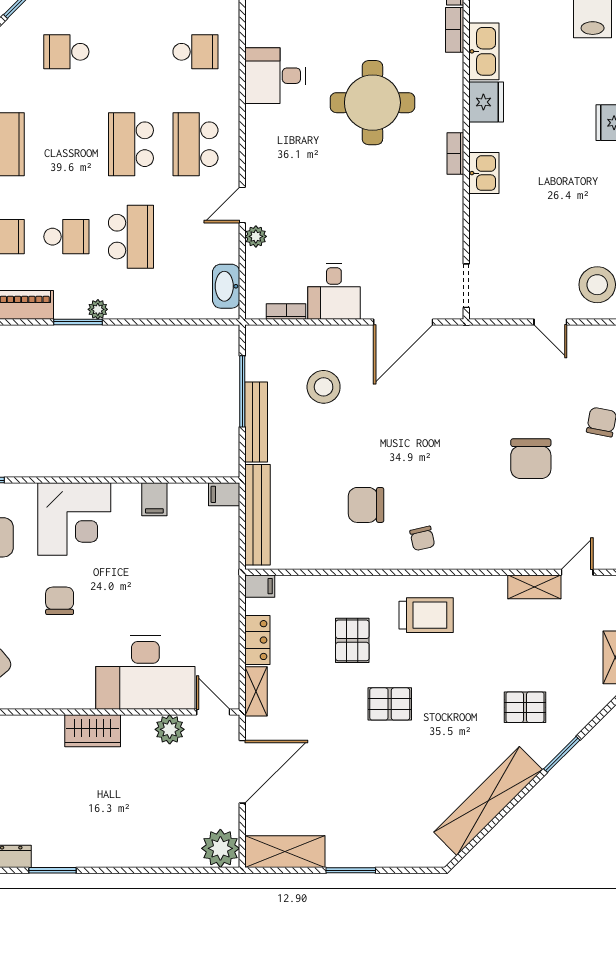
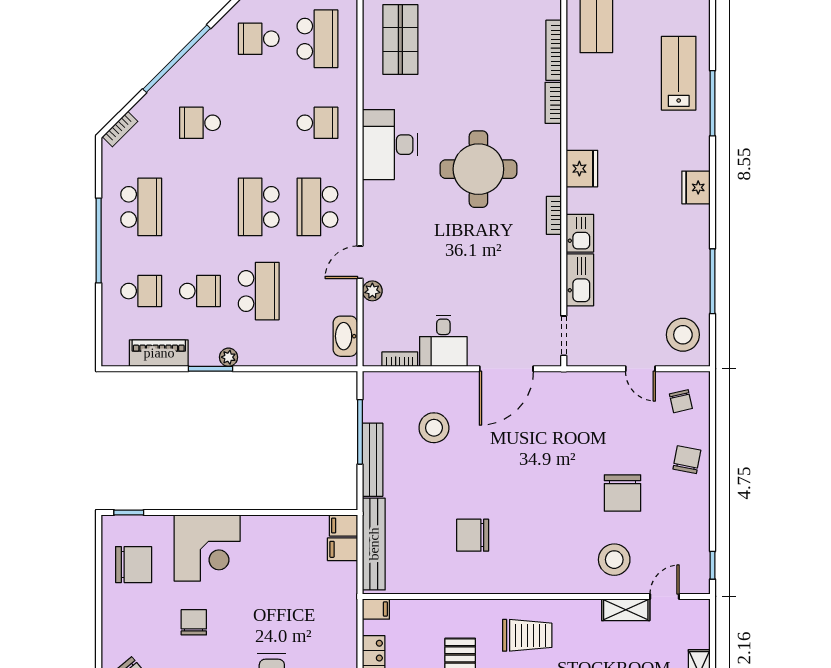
kitchen sink: (484, 51) -> (580, 280), moved
desk: (275, 76) -> (390, 145), width x1.37
filing cabinet: (154, 499) -> (343, 549), moved, turned 90
stool: (522, 532) -> (614, 560), added
chair: (422, 538) -> (681, 401), moved

